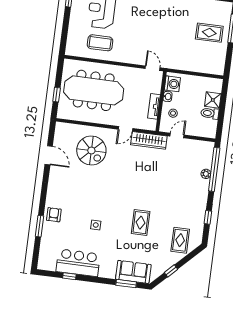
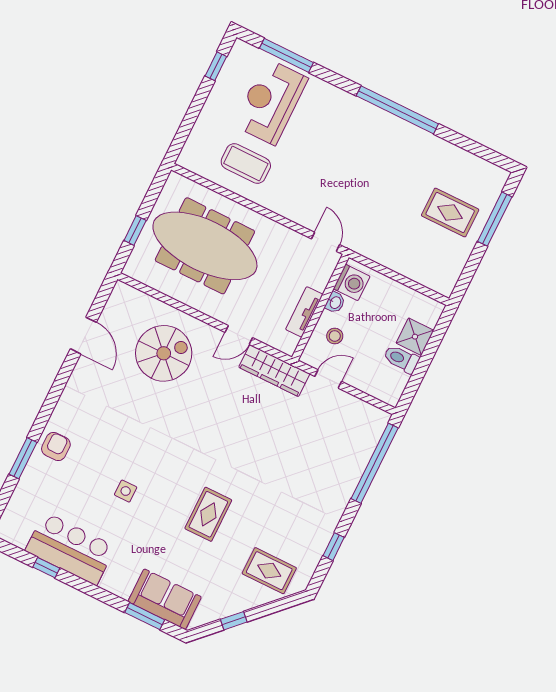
spiral stairs: (91, 150) -> (164, 353), turned -90
plant: (206, 174) -> (357, 466), removed
rug: (180, 240) -> (269, 571), turned 90

